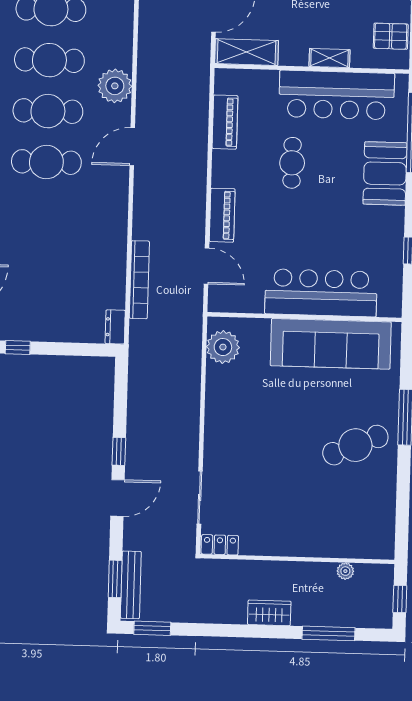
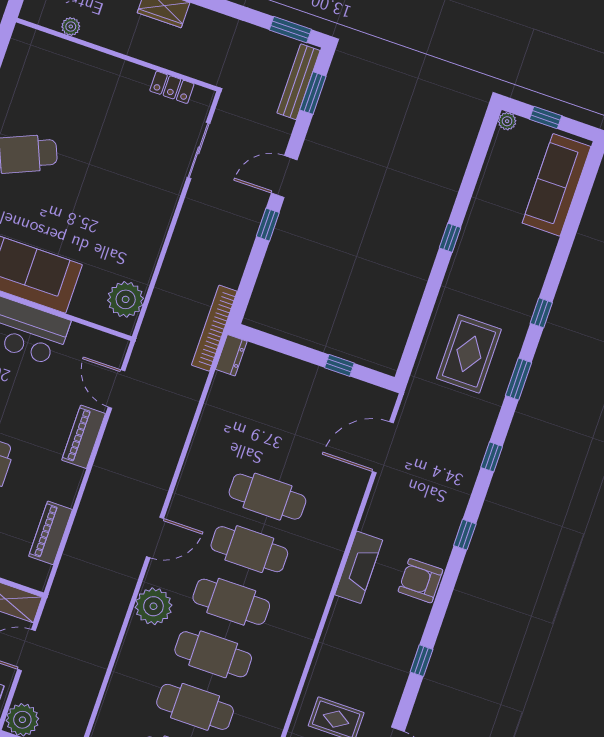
cafe table: (45, 213) -> (267, 497), added
bookcase: (139, 280) -> (214, 328), moved
locker: (220, 545) -> (172, 87), moved

